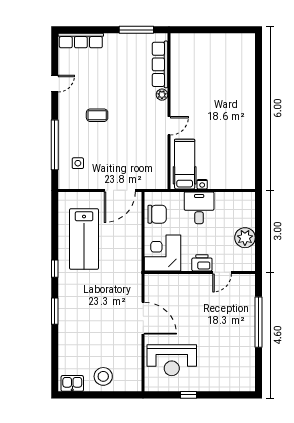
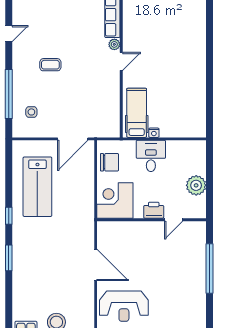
door: (169, 126) -> (121, 61), moved

